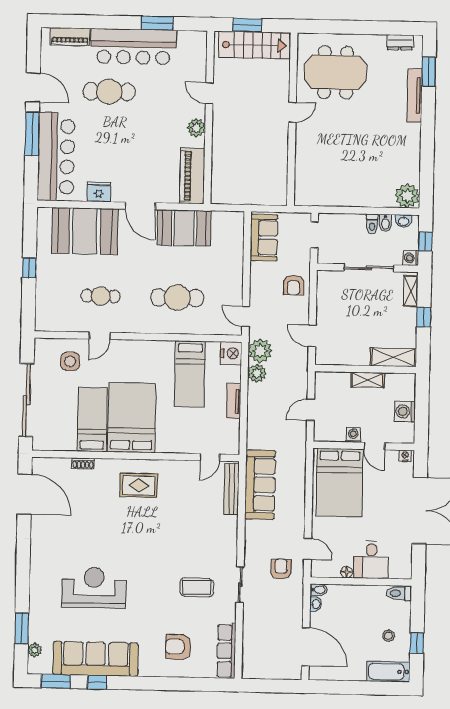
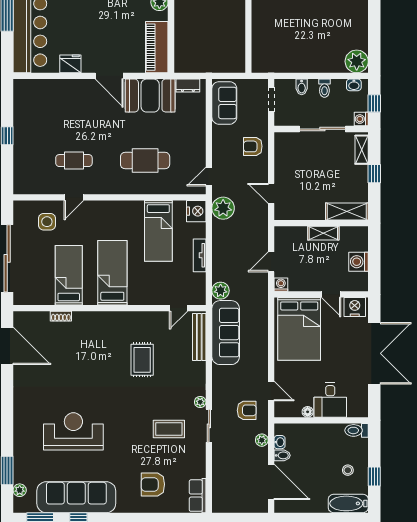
dresser: (225, 218) -> (188, 86), added
bidet: (385, 223) -> (302, 87), moved
booth: (85, 231) -> (58, 100), removed
armchair: (294, 285) -> (253, 146), turned 90
door: (246, 316) -> (209, 176), hinge flipped
plant: (257, 373) -> (221, 291), moved
bed: (132, 418) -> (112, 273), width x0.67
washing machine: (353, 435) -> (281, 285), moved
nightstand: (405, 456) -> (355, 307), width x1.89, depth x1.79
rug: (139, 485) -> (142, 360), moved, turned 90
plant: (231, 559) -> (200, 402), added
armchair: (281, 569) -> (247, 410), turned 90
bidet: (319, 590) -> (282, 455), moved
plant: (297, 601) -> (262, 440), added
row of seats: (226, 651) -> (198, 496), width x0.68

